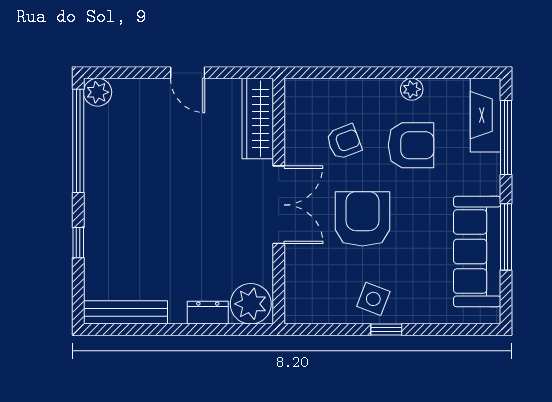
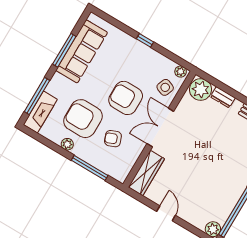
window: (353, 73) -> (90, 168), added
armchair: (411, 145) -> (83, 119), width x1.36, depth x1.36
armchair: (362, 219) -> (126, 98), turned 90
side table: (373, 299) -> (165, 87), moved
plant: (300, 314) -> (181, 72), added

